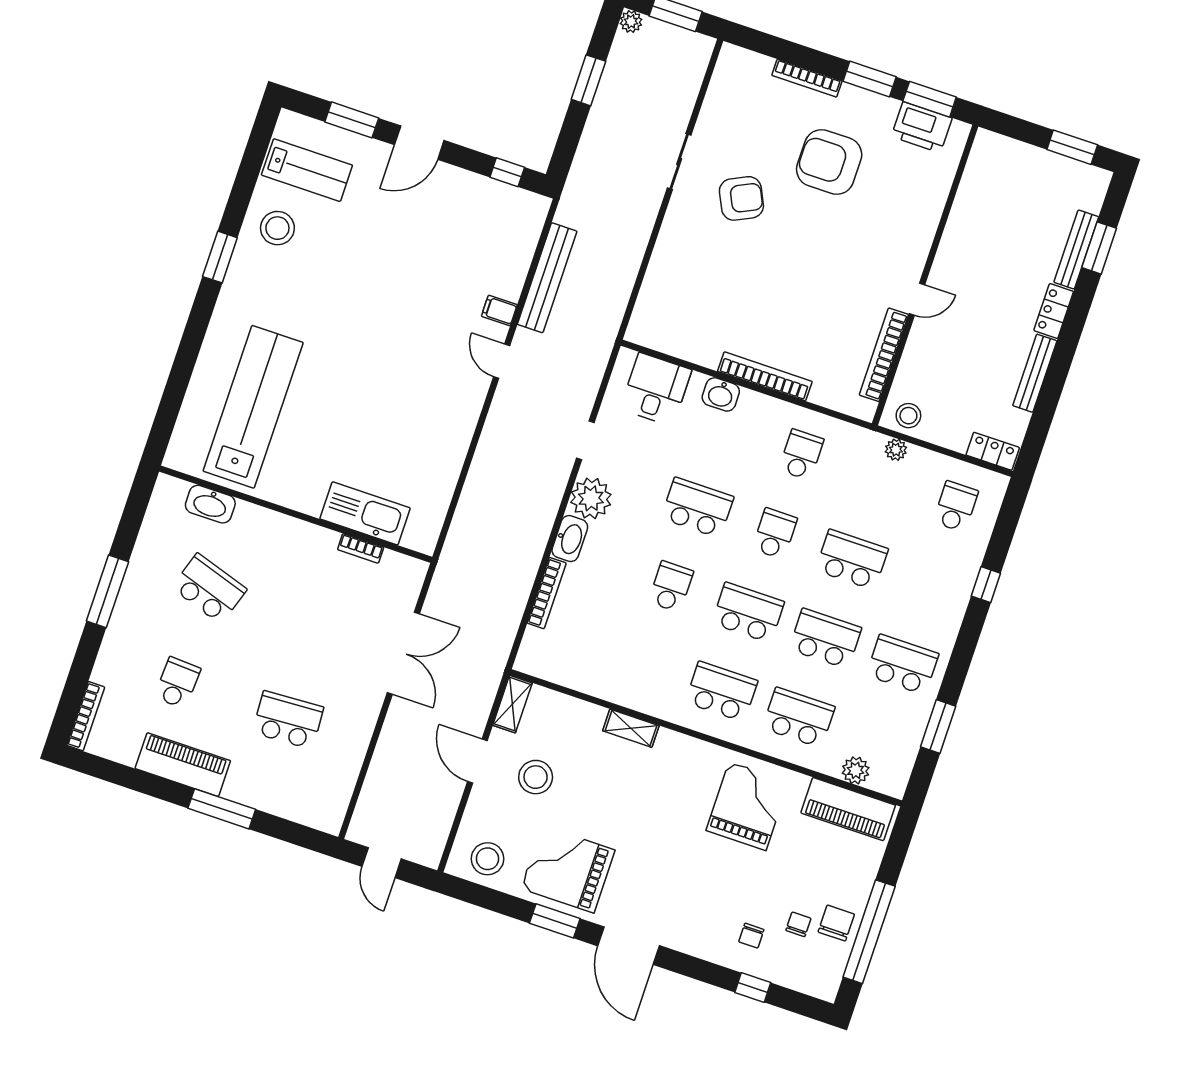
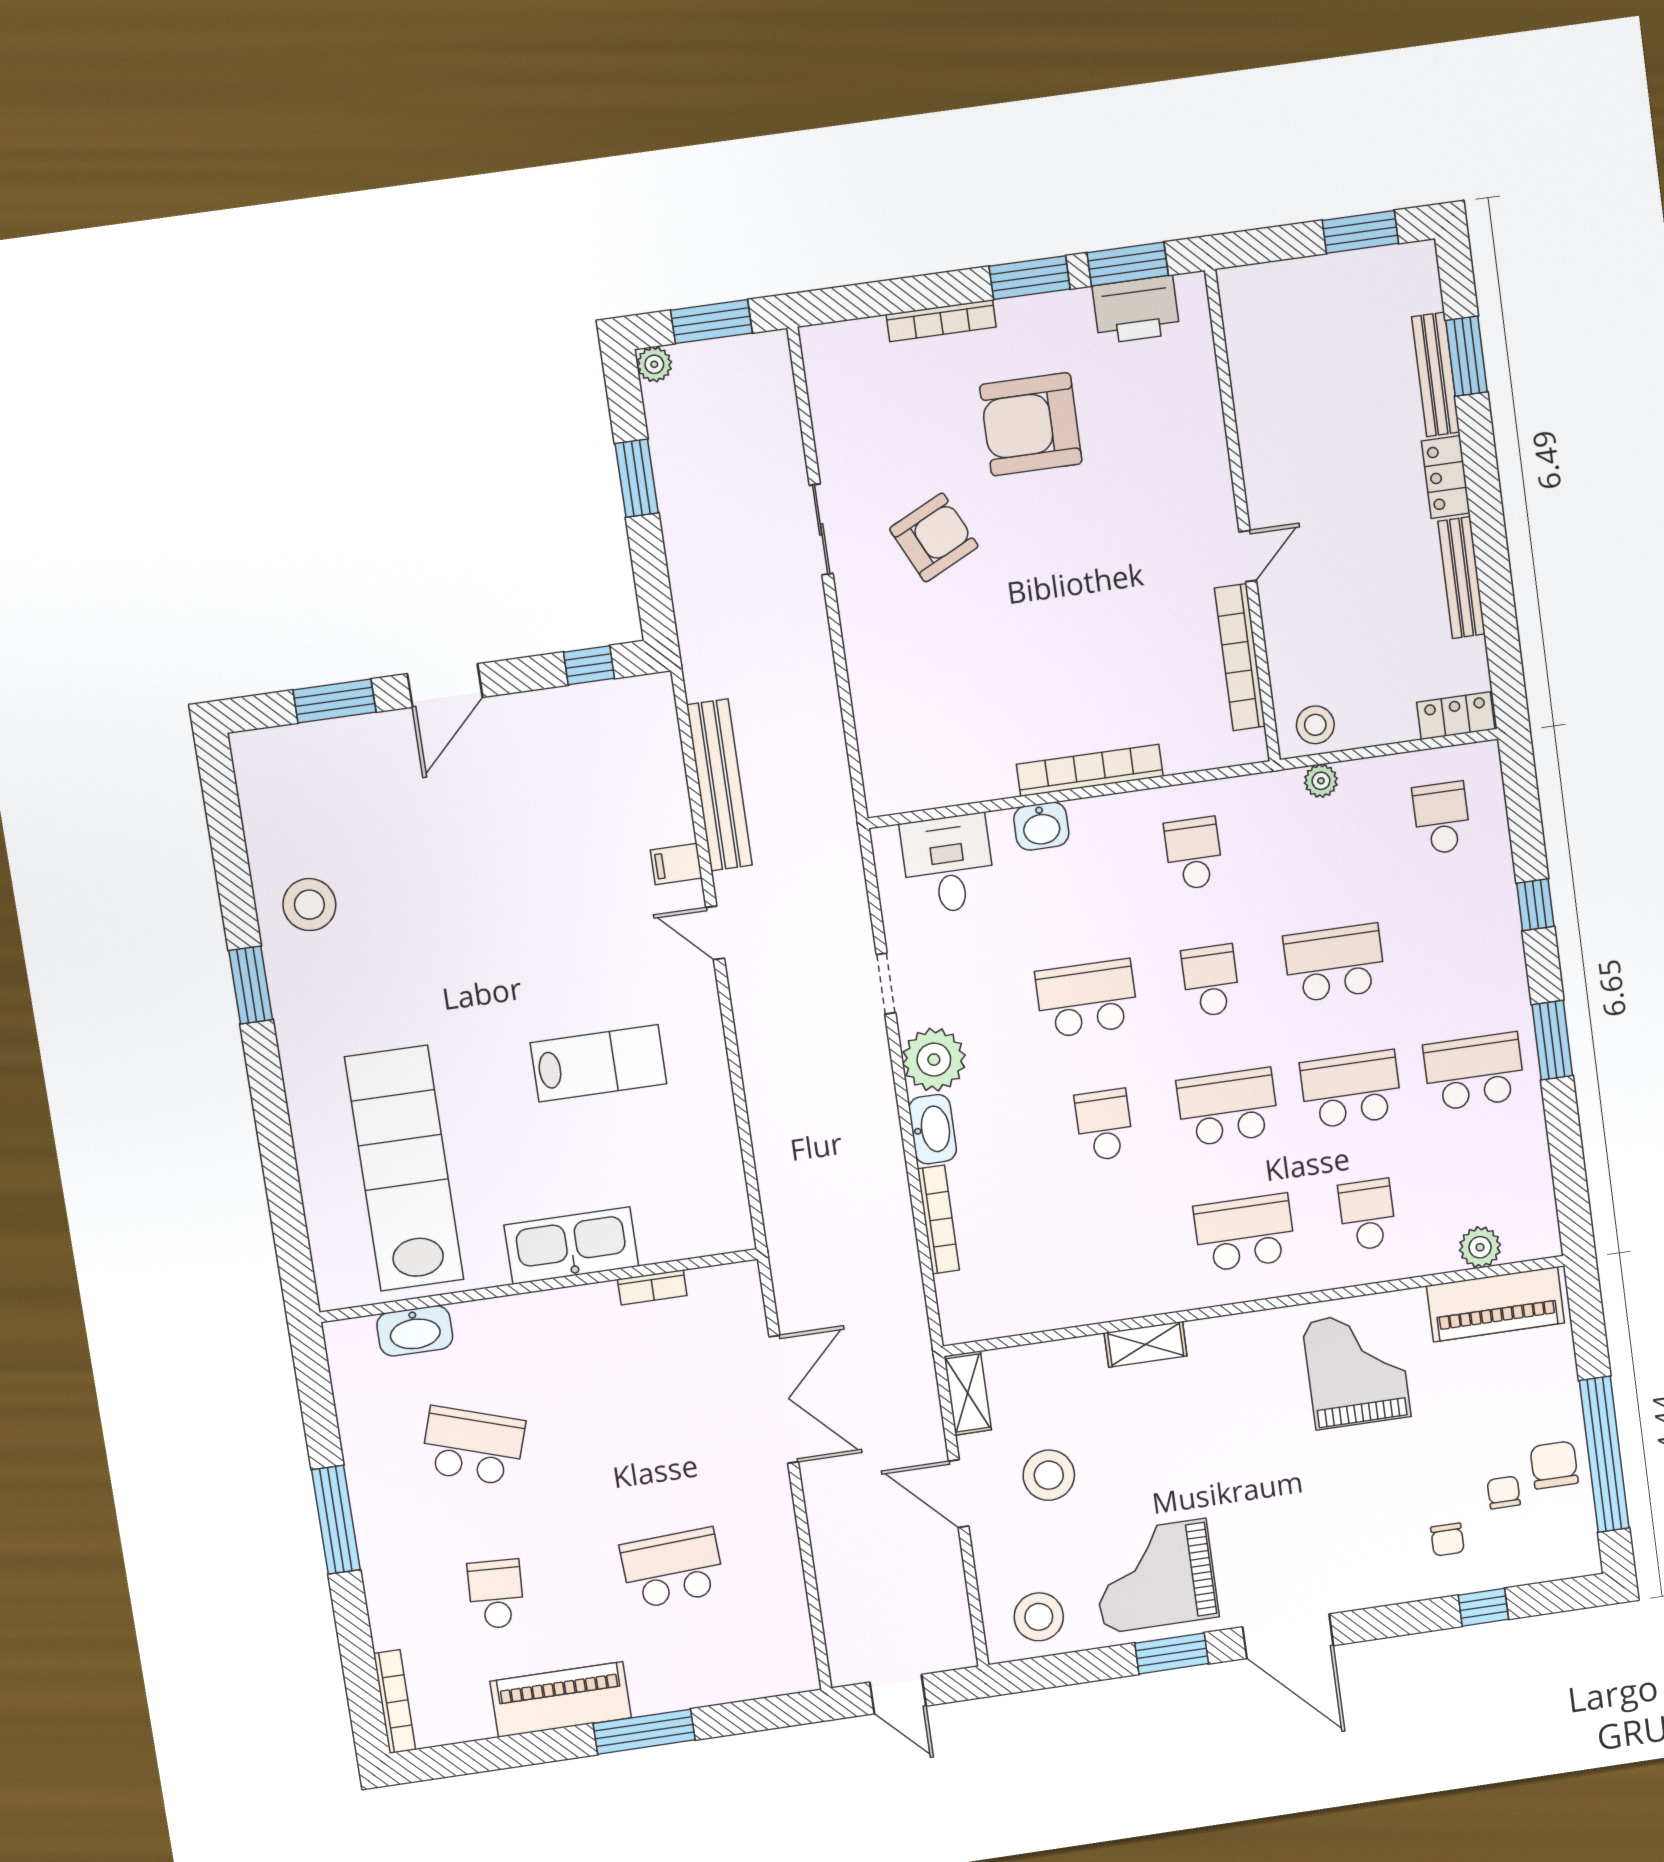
lab bench: (307, 170) -> (598, 1063), moved
kitchen sink: (365, 513) -> (571, 1246), moved
school desk: (799, 718) -> (1367, 1215), width x0.54
window: (938, 726) -> (1552, 1040), moved

